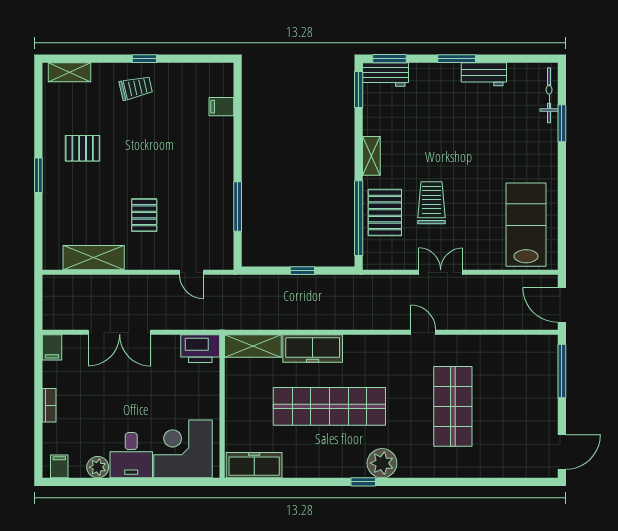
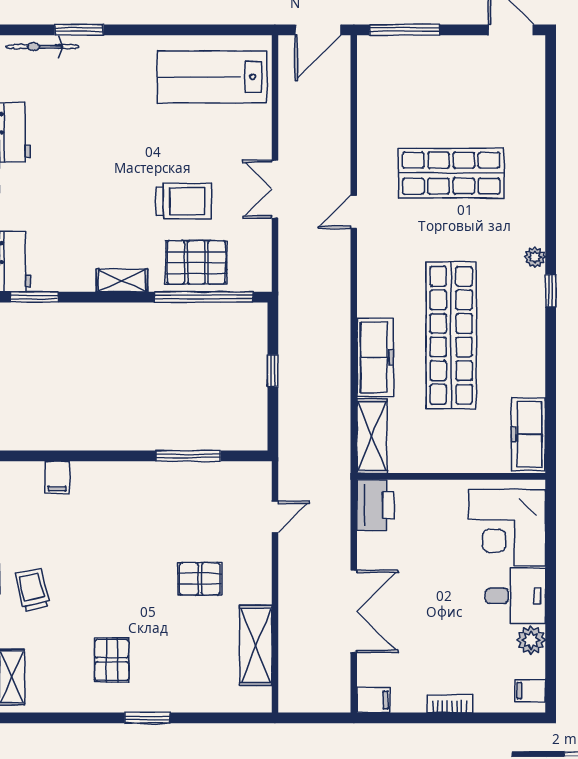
trolley: (431, 203) -> (183, 201), turned 180
plant: (382, 463) -> (535, 257), width x0.53, depth x0.53

